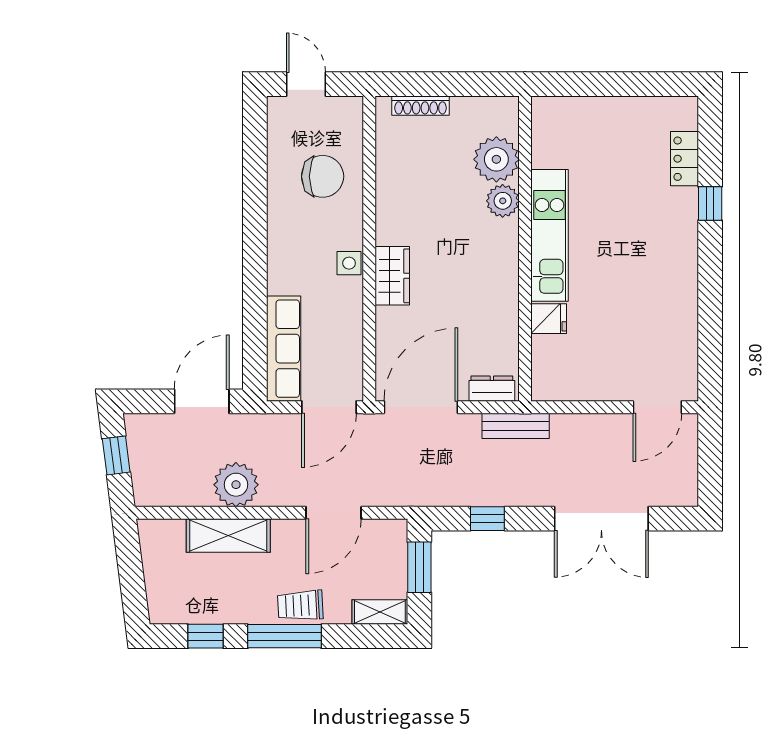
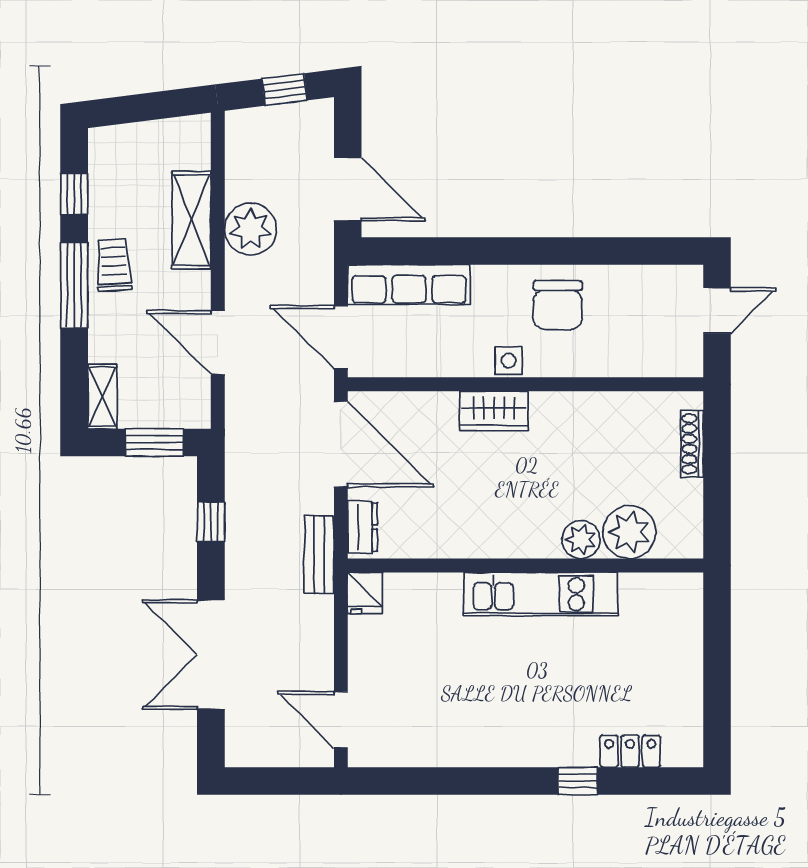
chair: (323, 176) -> (558, 305), moved
fridge: (549, 319) -> (365, 593), moved
trolley: (300, 605) -> (114, 265), moved

